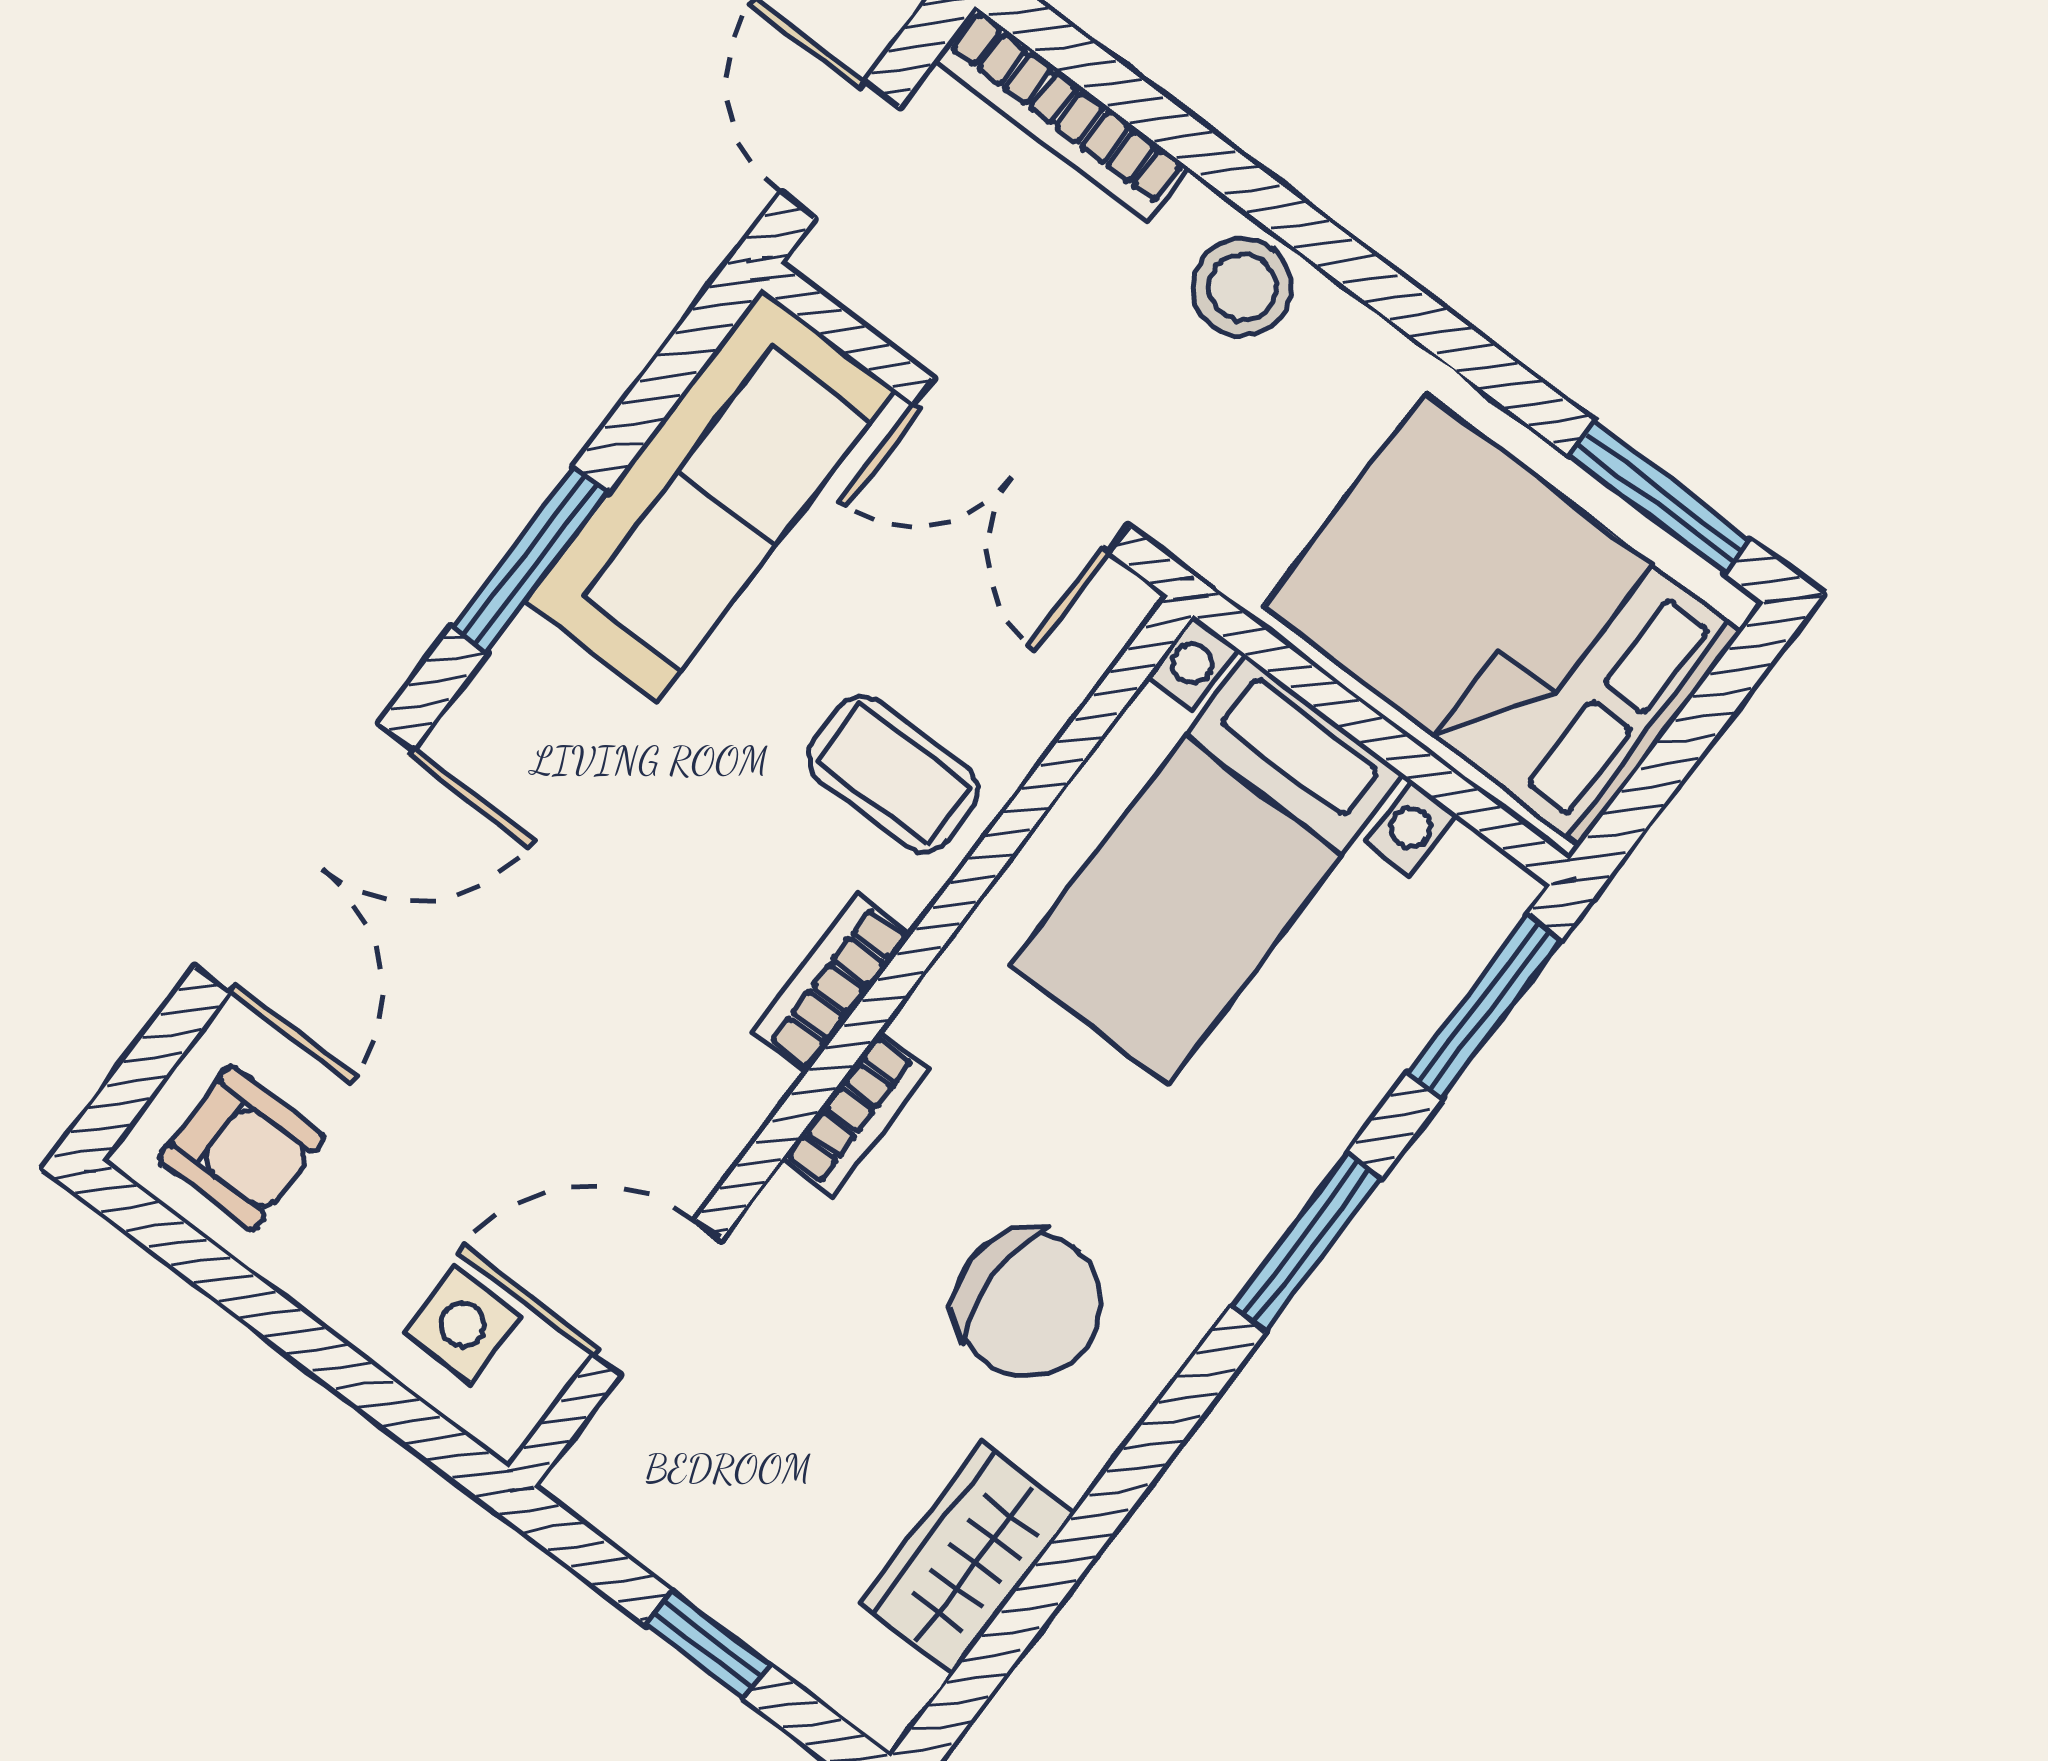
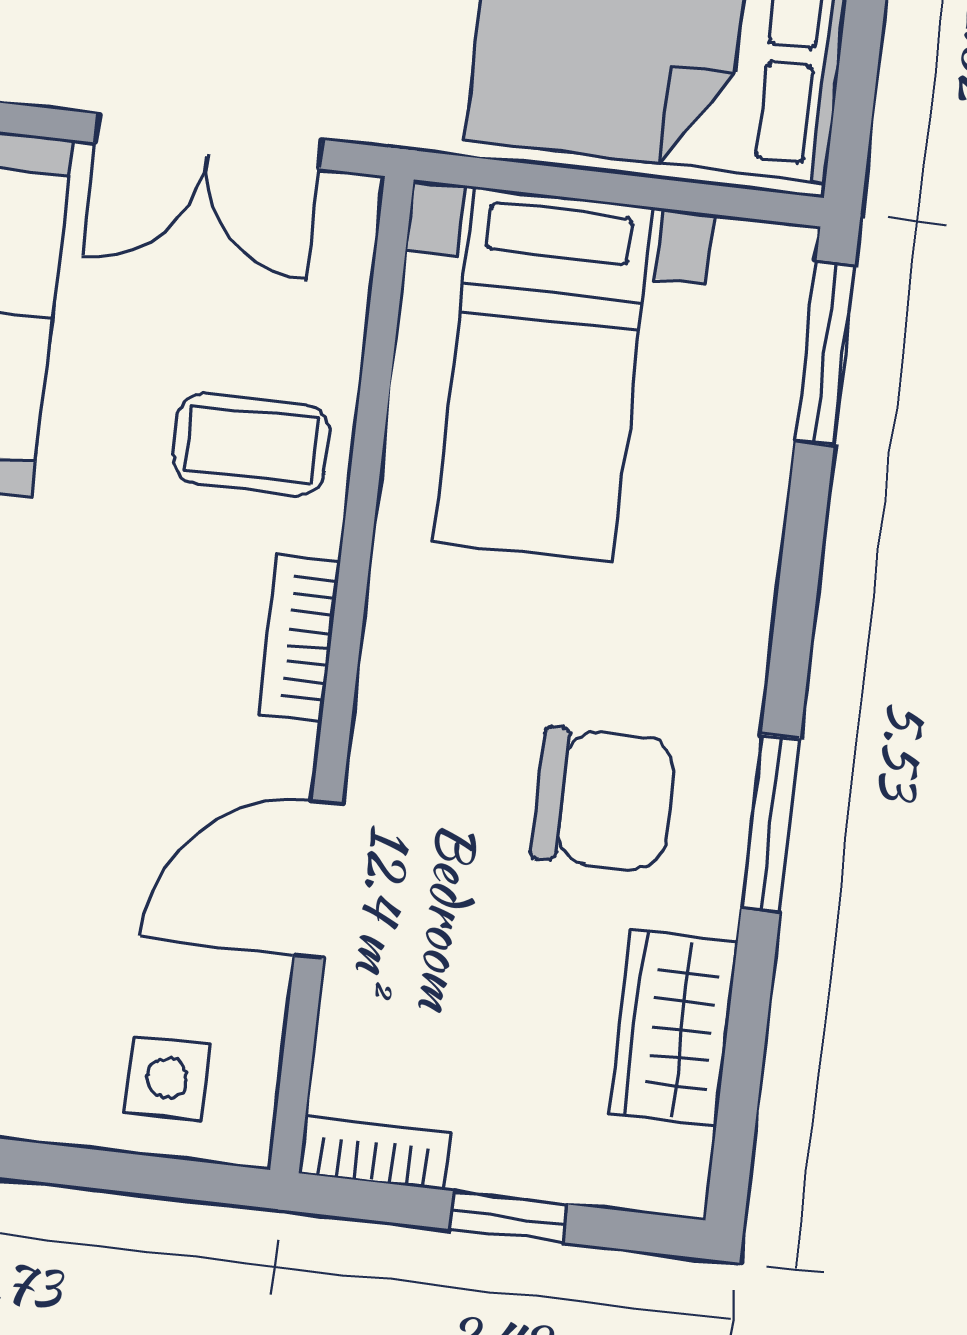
bookcase: (856, 1114) -> (375, 1153), moved, turned -90
window: (1306, 1242) -> (771, 823), moved
door: (657, 1297) -> (318, 879), moved

